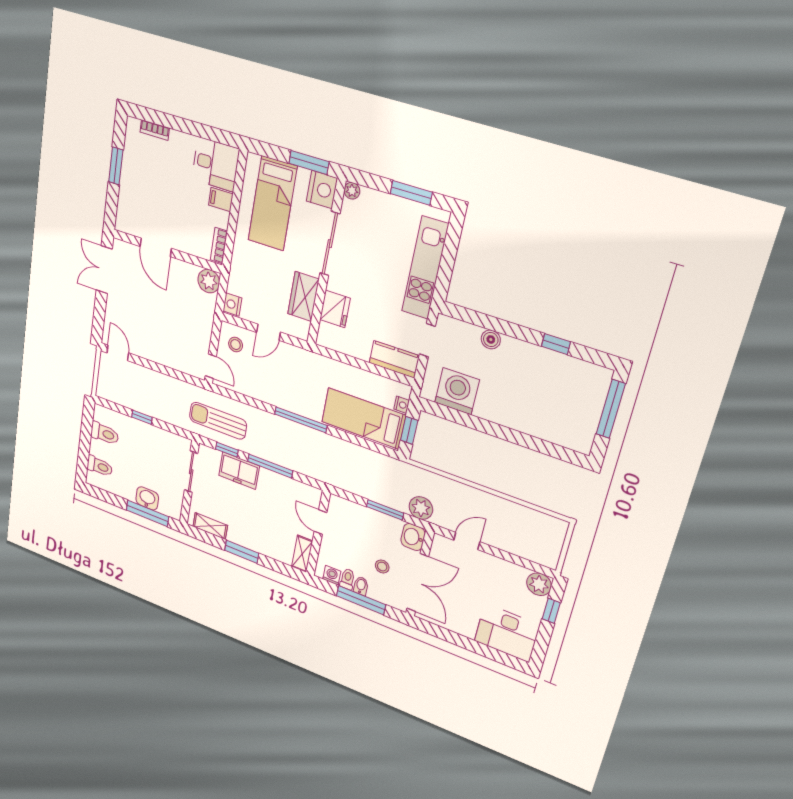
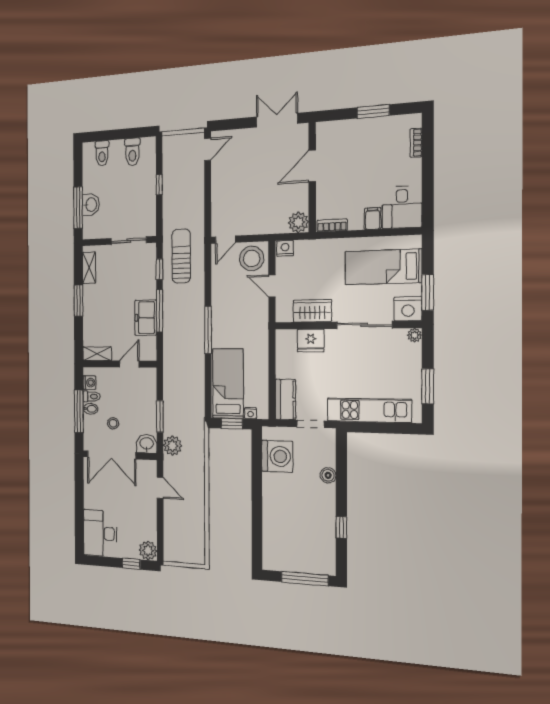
stool: (236, 345) -> (252, 258), width x1.89, depth x1.89
freezer: (239, 471) -> (146, 318), moved

